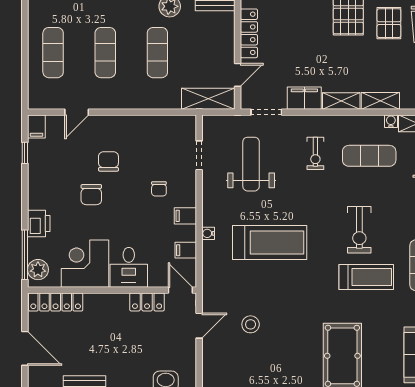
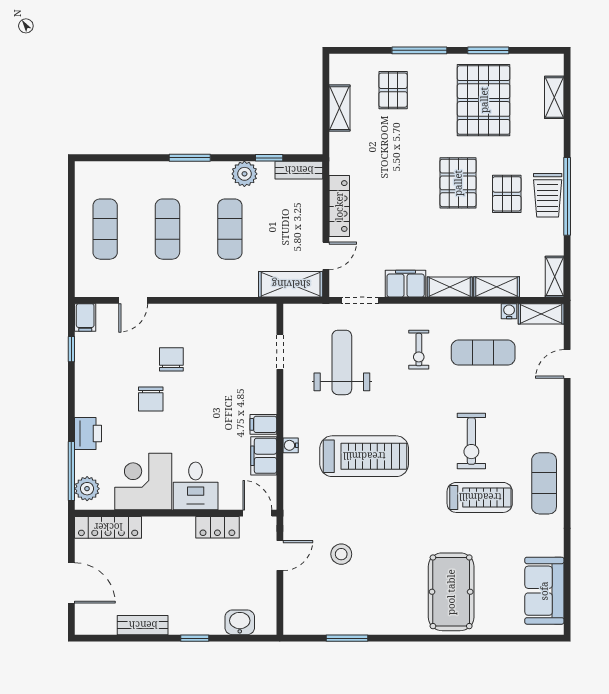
chair: (159, 189) -> (232, 392), removed
filing cabinet: (186, 250) -> (264, 456), width x2.00

